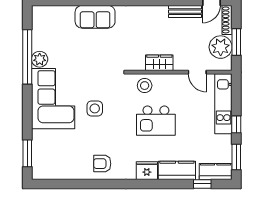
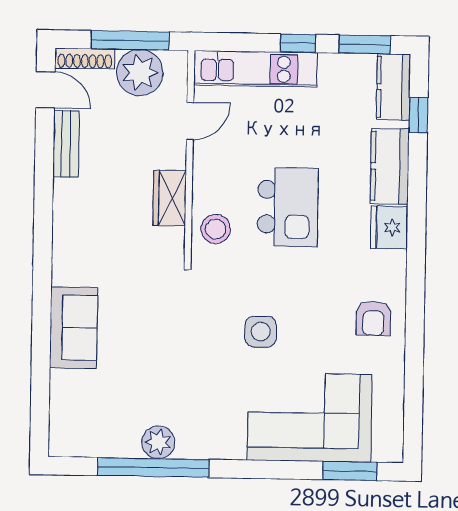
window: (236, 42) -> (130, 40), width x1.44
corner sofa: (53, 99) -> (310, 417), moved

